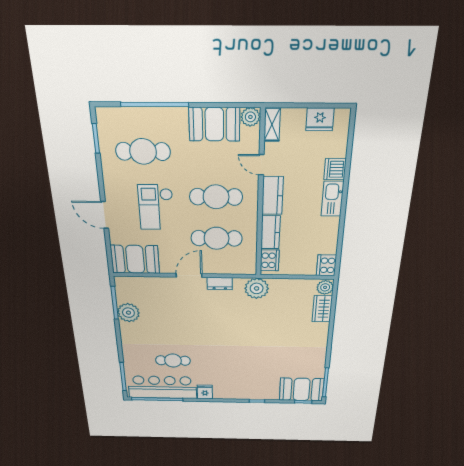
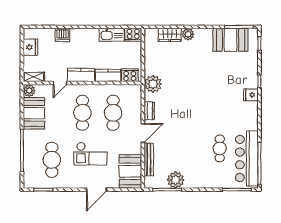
kitchen sink: (332, 199) -> (112, 35), moved
door: (189, 275) -> (143, 133), swing flipped
bench: (153, 282) -> (149, 159), added
plant: (325, 287) -> (188, 34), moved
booth: (302, 389) -> (230, 40), moved, turned 90
fridge: (205, 392) -> (251, 95), moved

